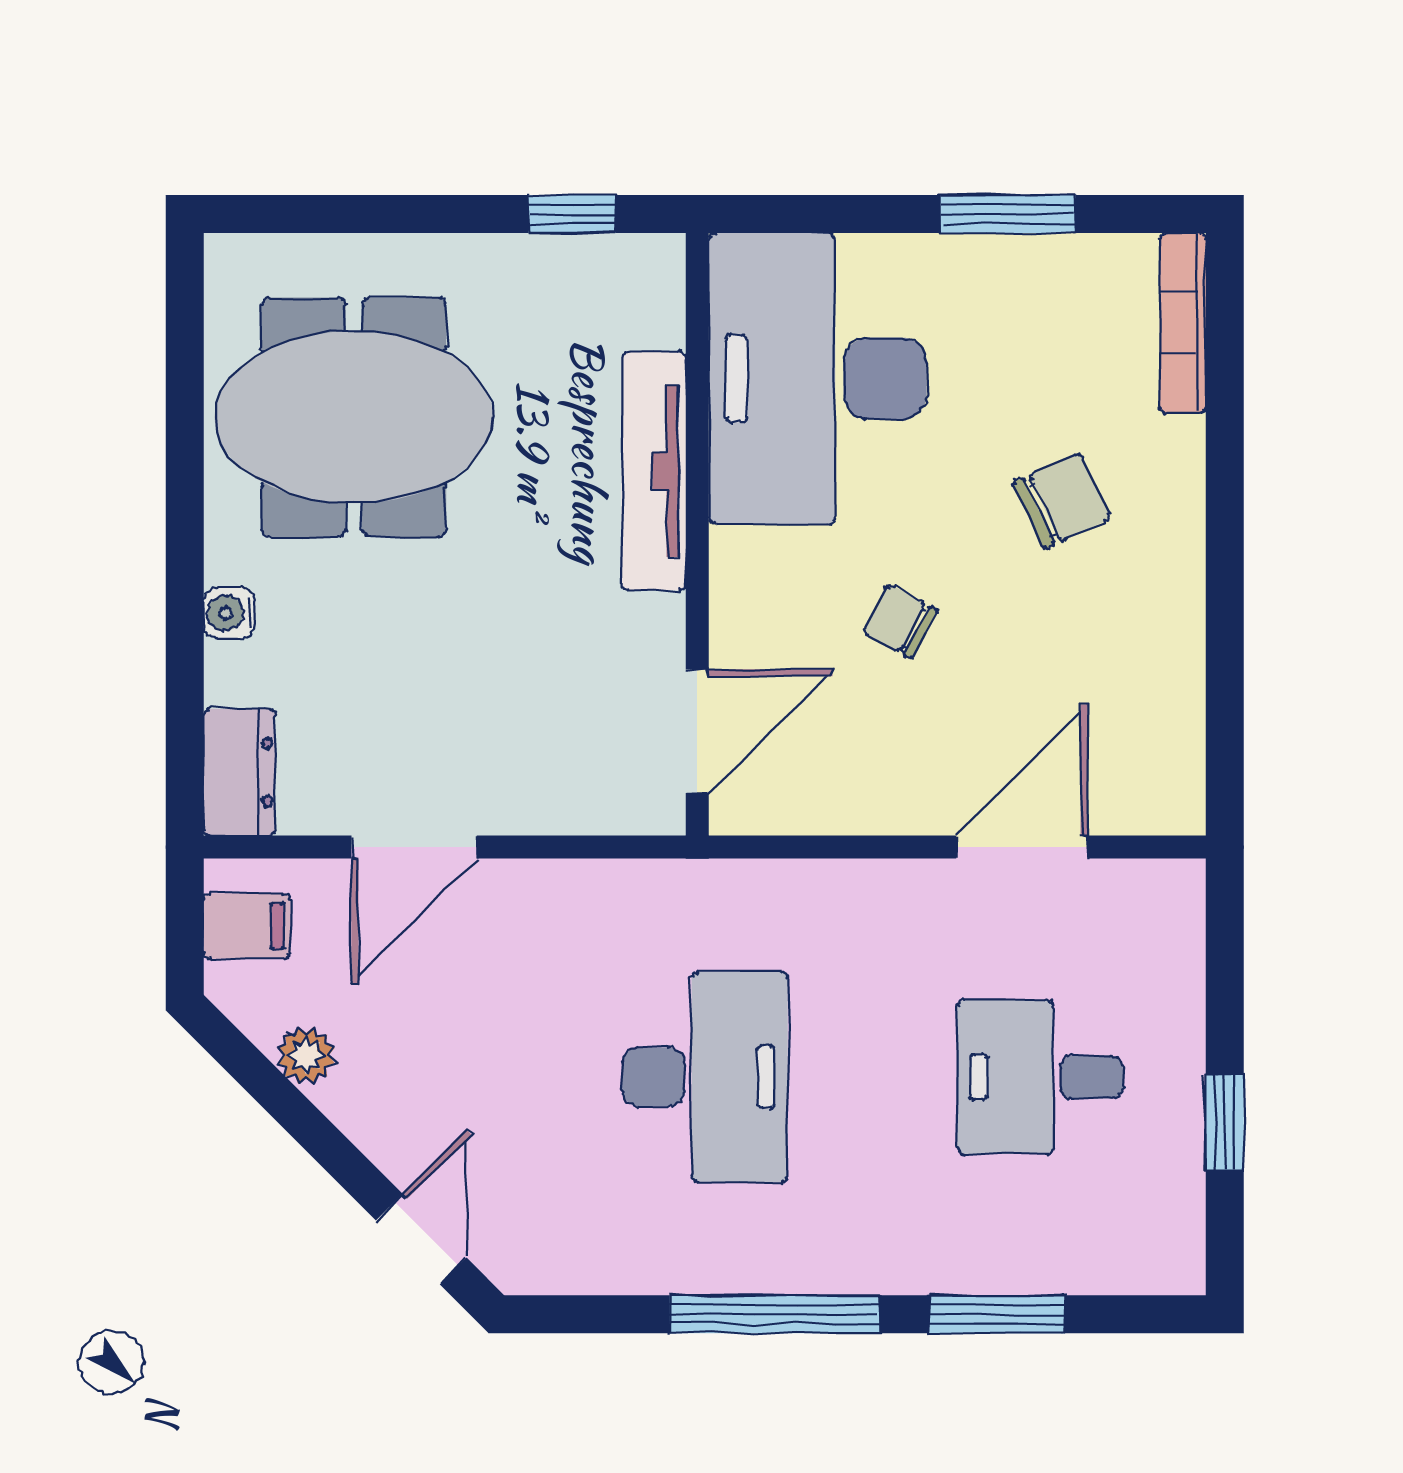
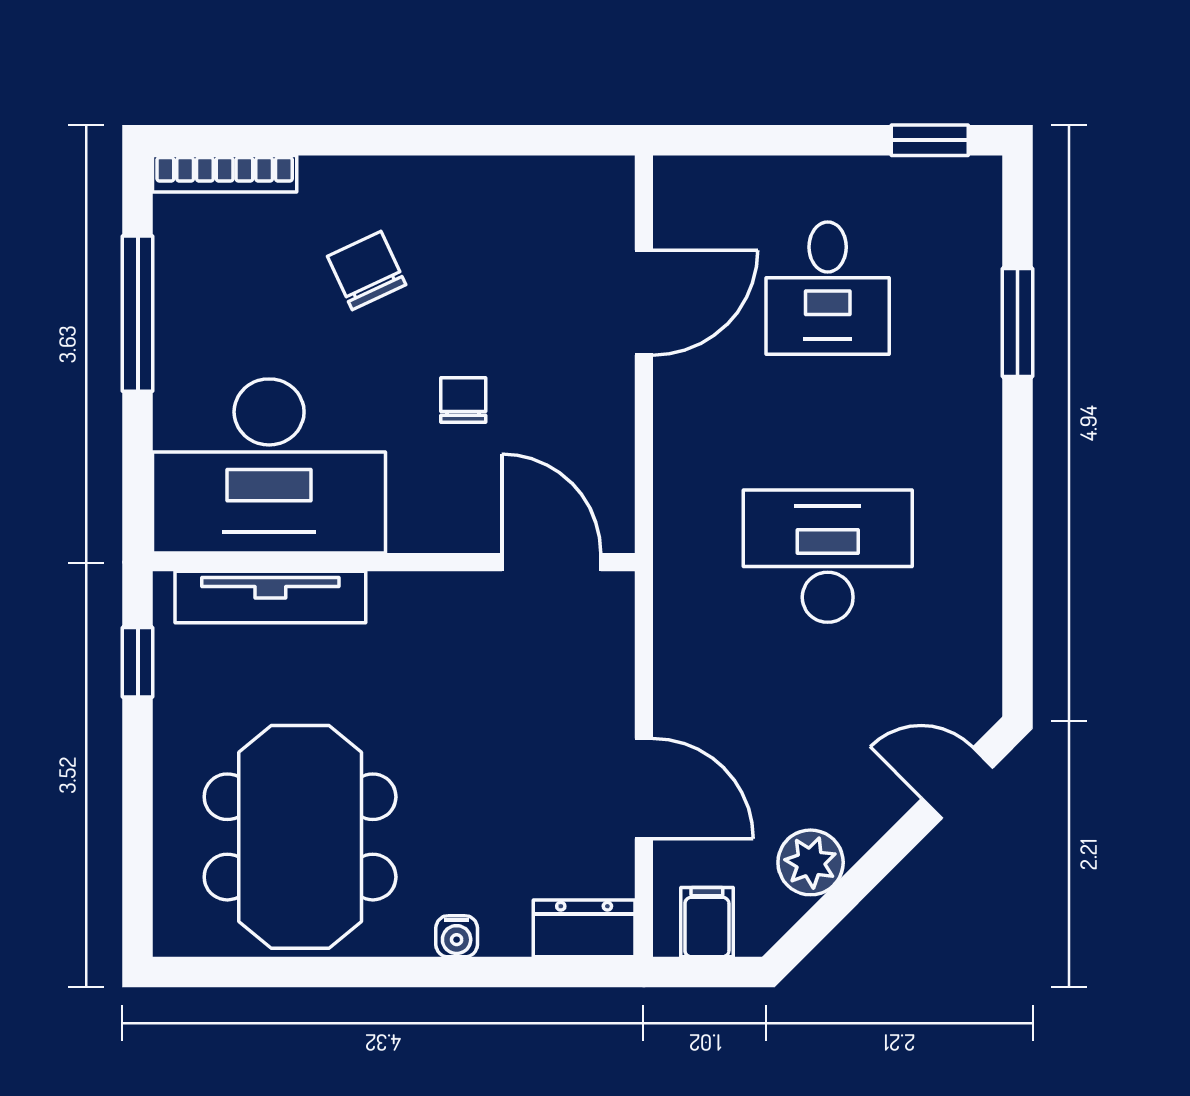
window: (1008, 214) -> (138, 314), width x1.44
tv unit: (654, 471) -> (270, 597), moved
chair: (900, 621) -> (463, 400), turned 152
door: (1022, 847) -> (644, 303), swing flipped
plant: (306, 1055) -> (811, 862), width x1.38, depth x1.38
window: (1225, 1122) -> (930, 140), moved
window: (774, 1314) -> (1018, 500), removed

